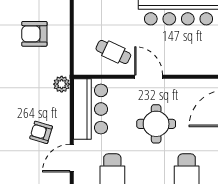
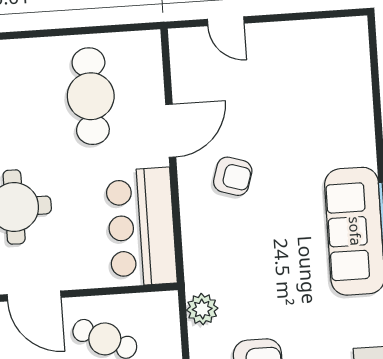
plant: (62, 84) -> (202, 309), moved

